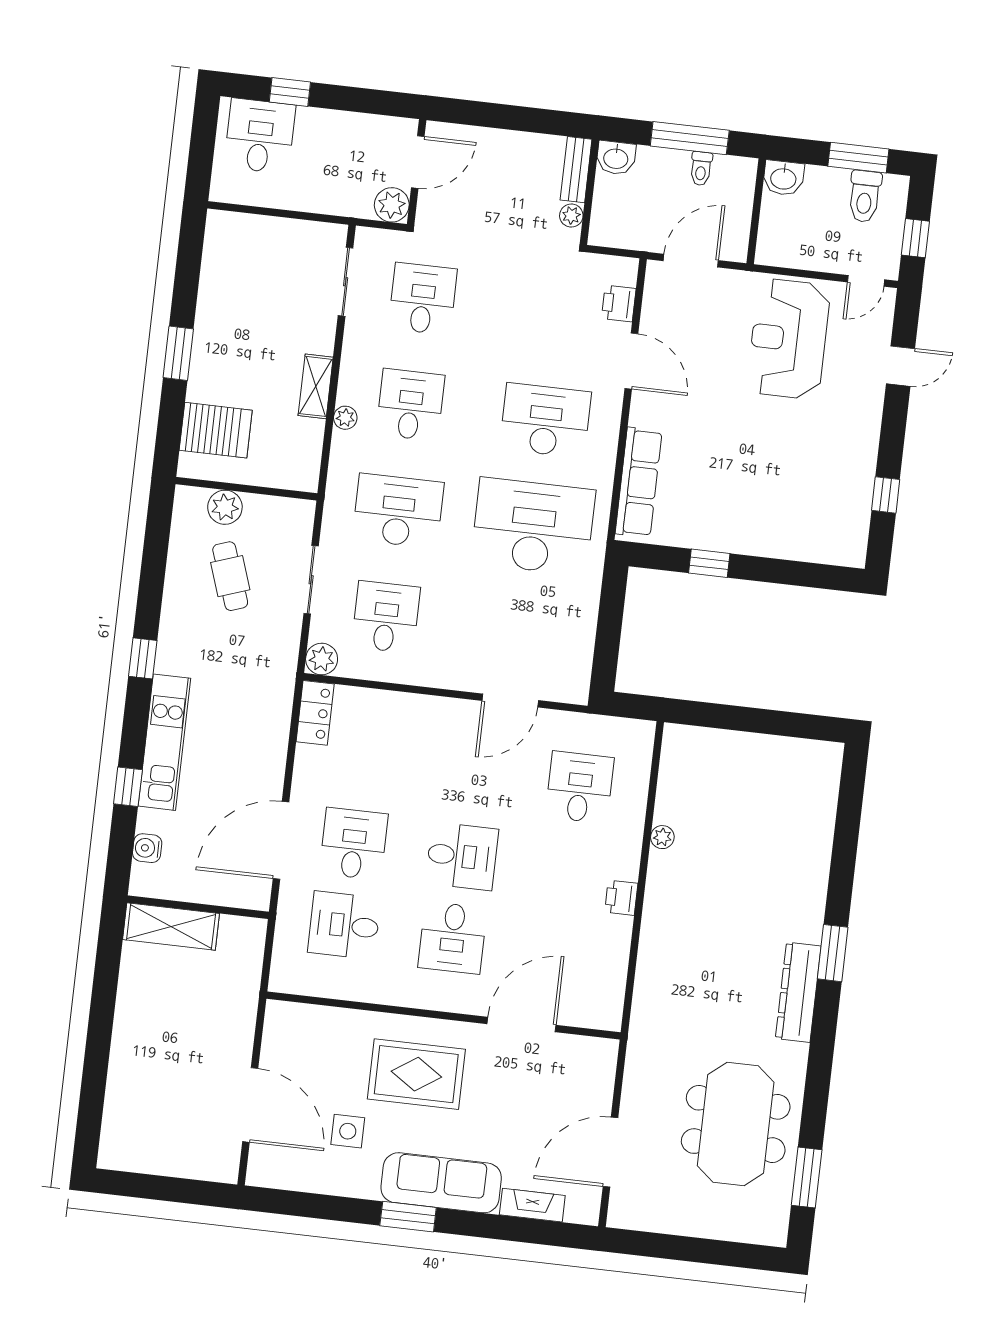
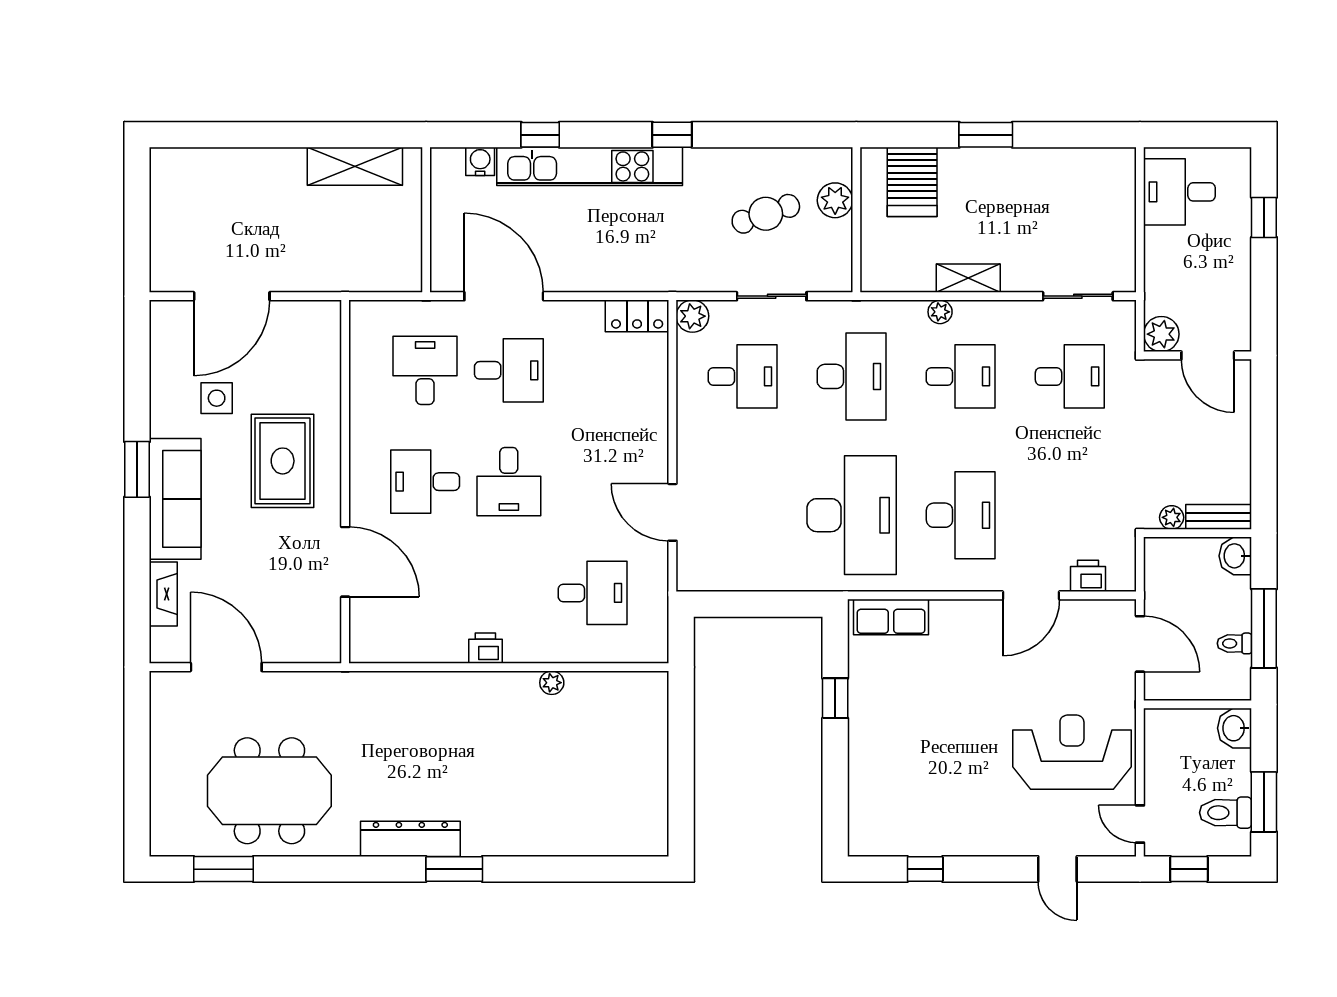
desk: (260, 136) -> (1179, 192), moved, turned 180
row of seats: (639, 482) -> (891, 617), width x0.68
kitchen unit: (164, 742) -> (590, 166), width x1.36
shelving: (171, 926) -> (355, 166), moved, turned 90

